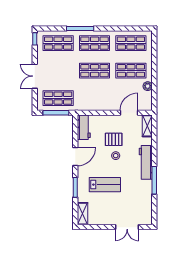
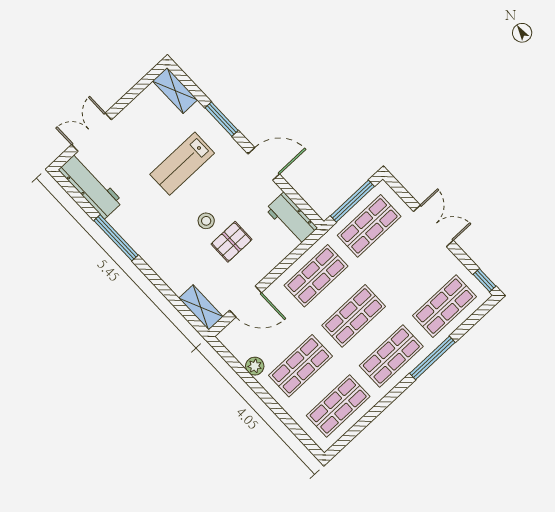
shop shelf: (95, 98) -> (316, 276), added
door: (129, 113) -> (246, 301), hinge flipped
door: (75, 157) -> (264, 164), swing flipped
workbench: (146, 162) -> (90, 186), moved

